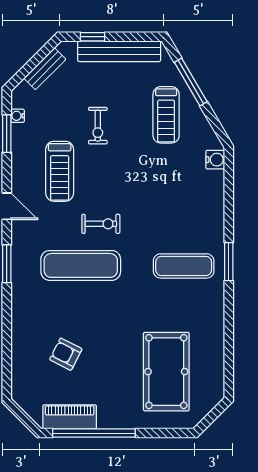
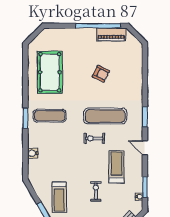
treadmill: (166, 115) -> (59, 197), turned 180
water cooler: (215, 160) -> (33, 153), moved
armchair: (66, 354) -> (101, 74), moved
pool table: (166, 372) -> (50, 72), moved

